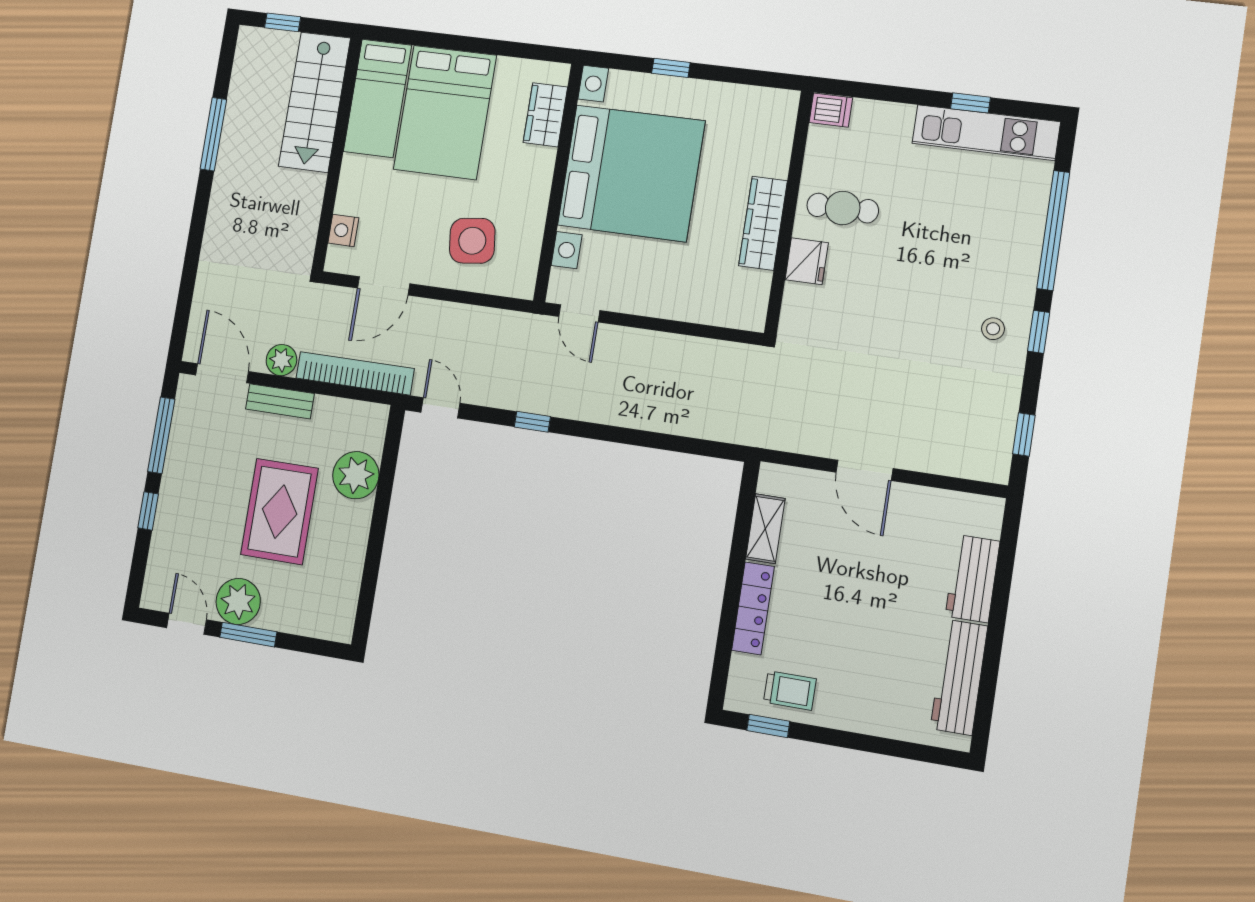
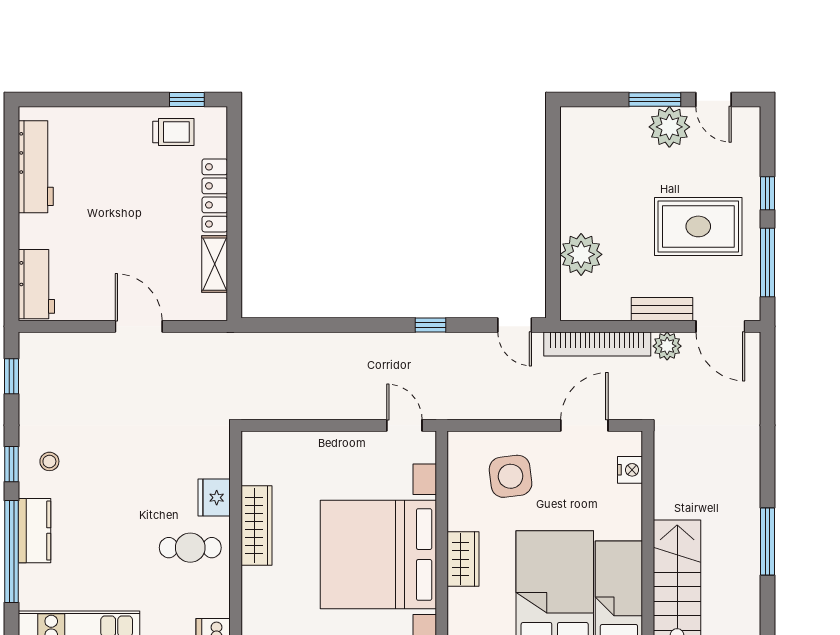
wardrobe: (545, 115) -> (463, 559), moved
kitchen counter: (1022, 251) -> (35, 531), added
rug: (280, 512) -> (698, 226), moved, turned 90
workbench: (973, 579) -> (36, 284), moved
trolley: (790, 691) -> (173, 132), turned 180

